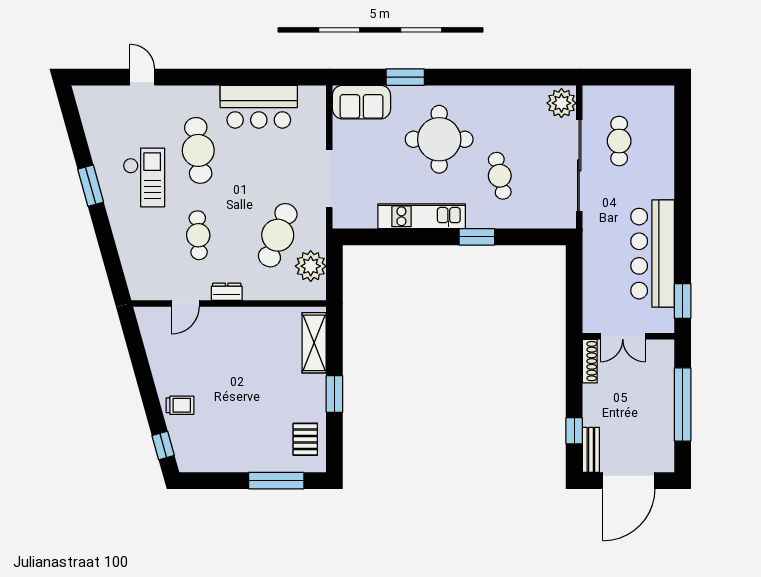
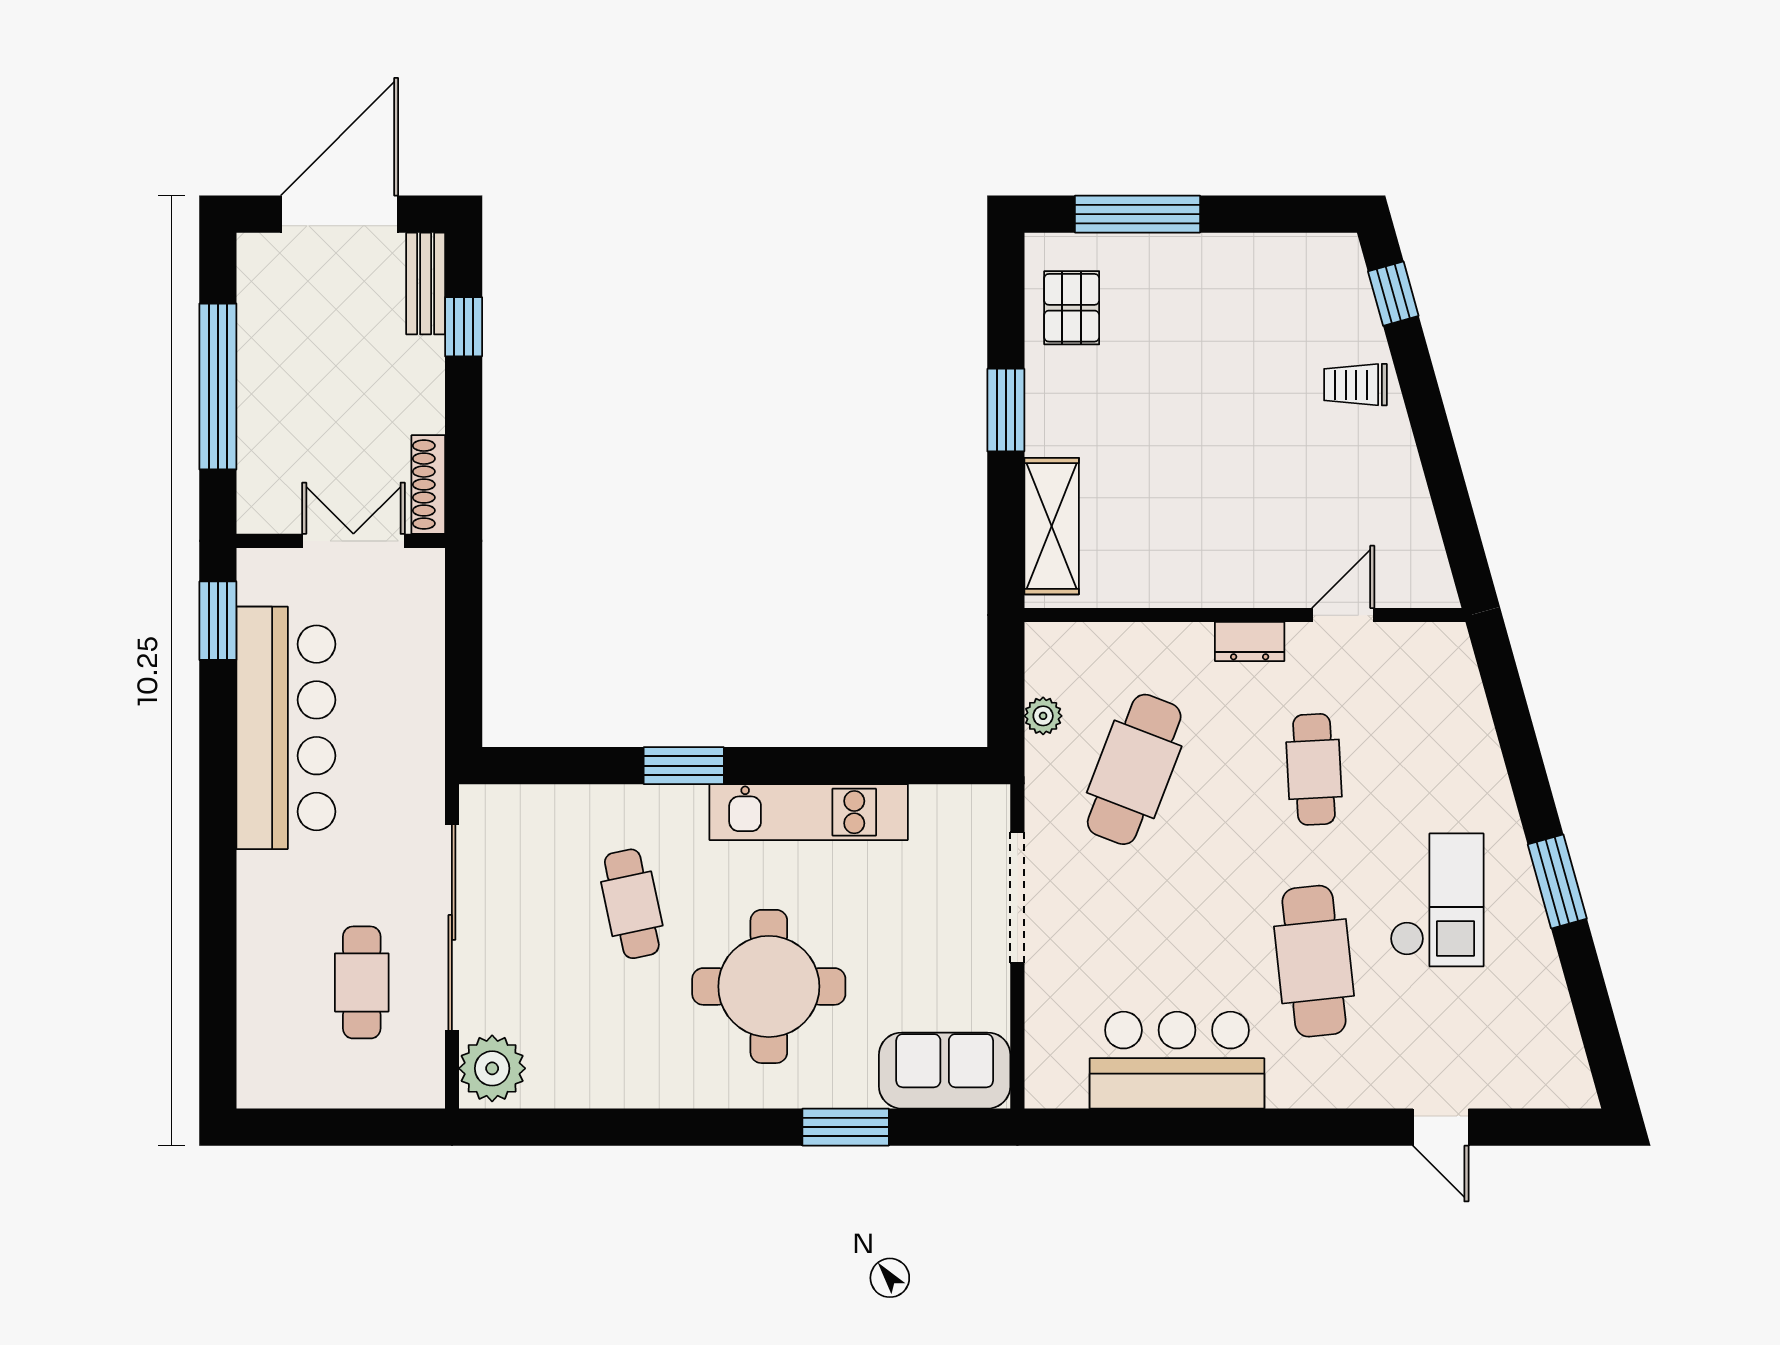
checkout: (144, 177) -> (1437, 900), turned 180
plant: (311, 266) -> (1043, 716), width x0.53, depth x0.53

